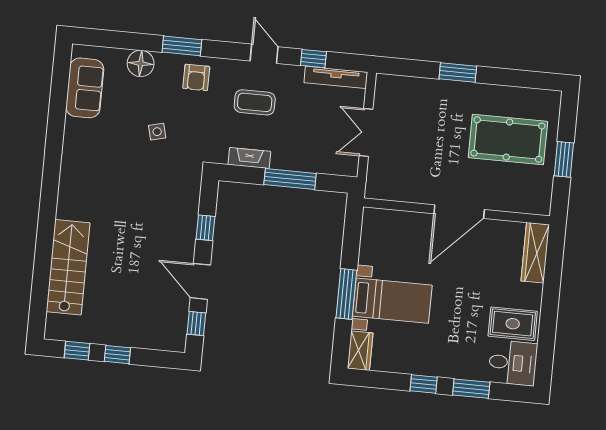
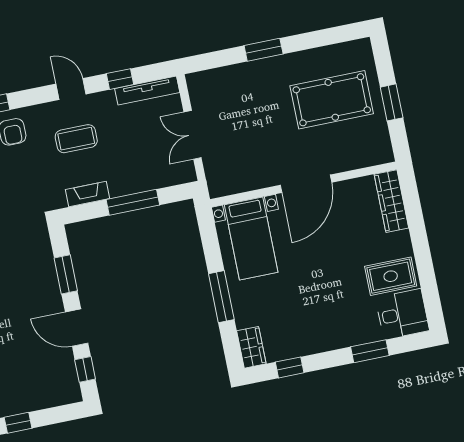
window: (206, 228) -> (66, 274), width x1.50
bed with nightstands: (392, 301) -> (251, 238), moved, turned 90
window: (424, 384) -> (290, 367), moved

